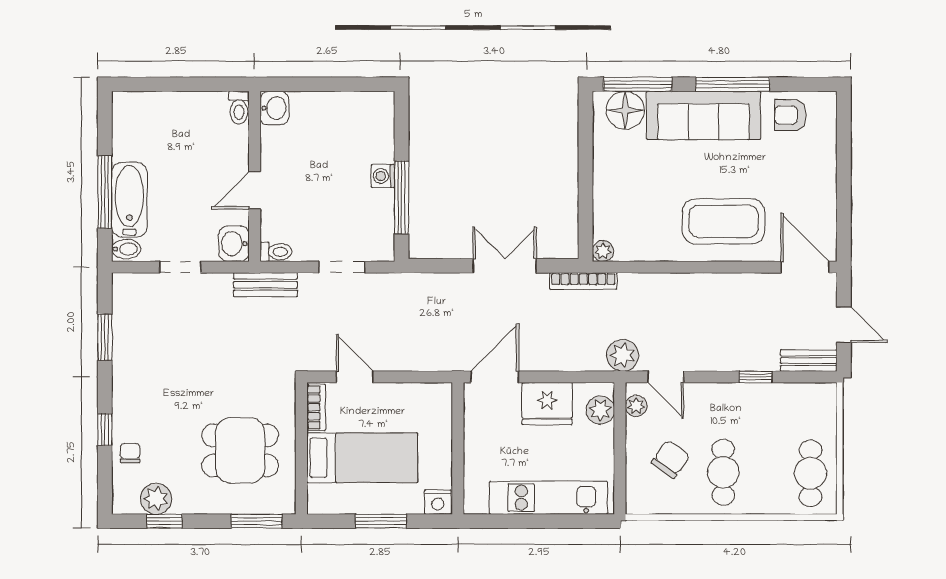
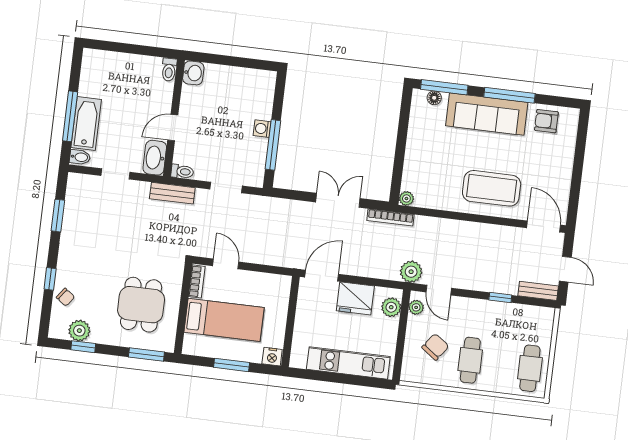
floor lamp: (625, 110) -> (434, 98), width x0.53, depth x0.53
washbasin: (234, 244) -> (155, 158), width x1.38
dining table: (240, 450) -> (141, 305), turned 90
chair: (130, 453) -> (65, 297), turned 126

